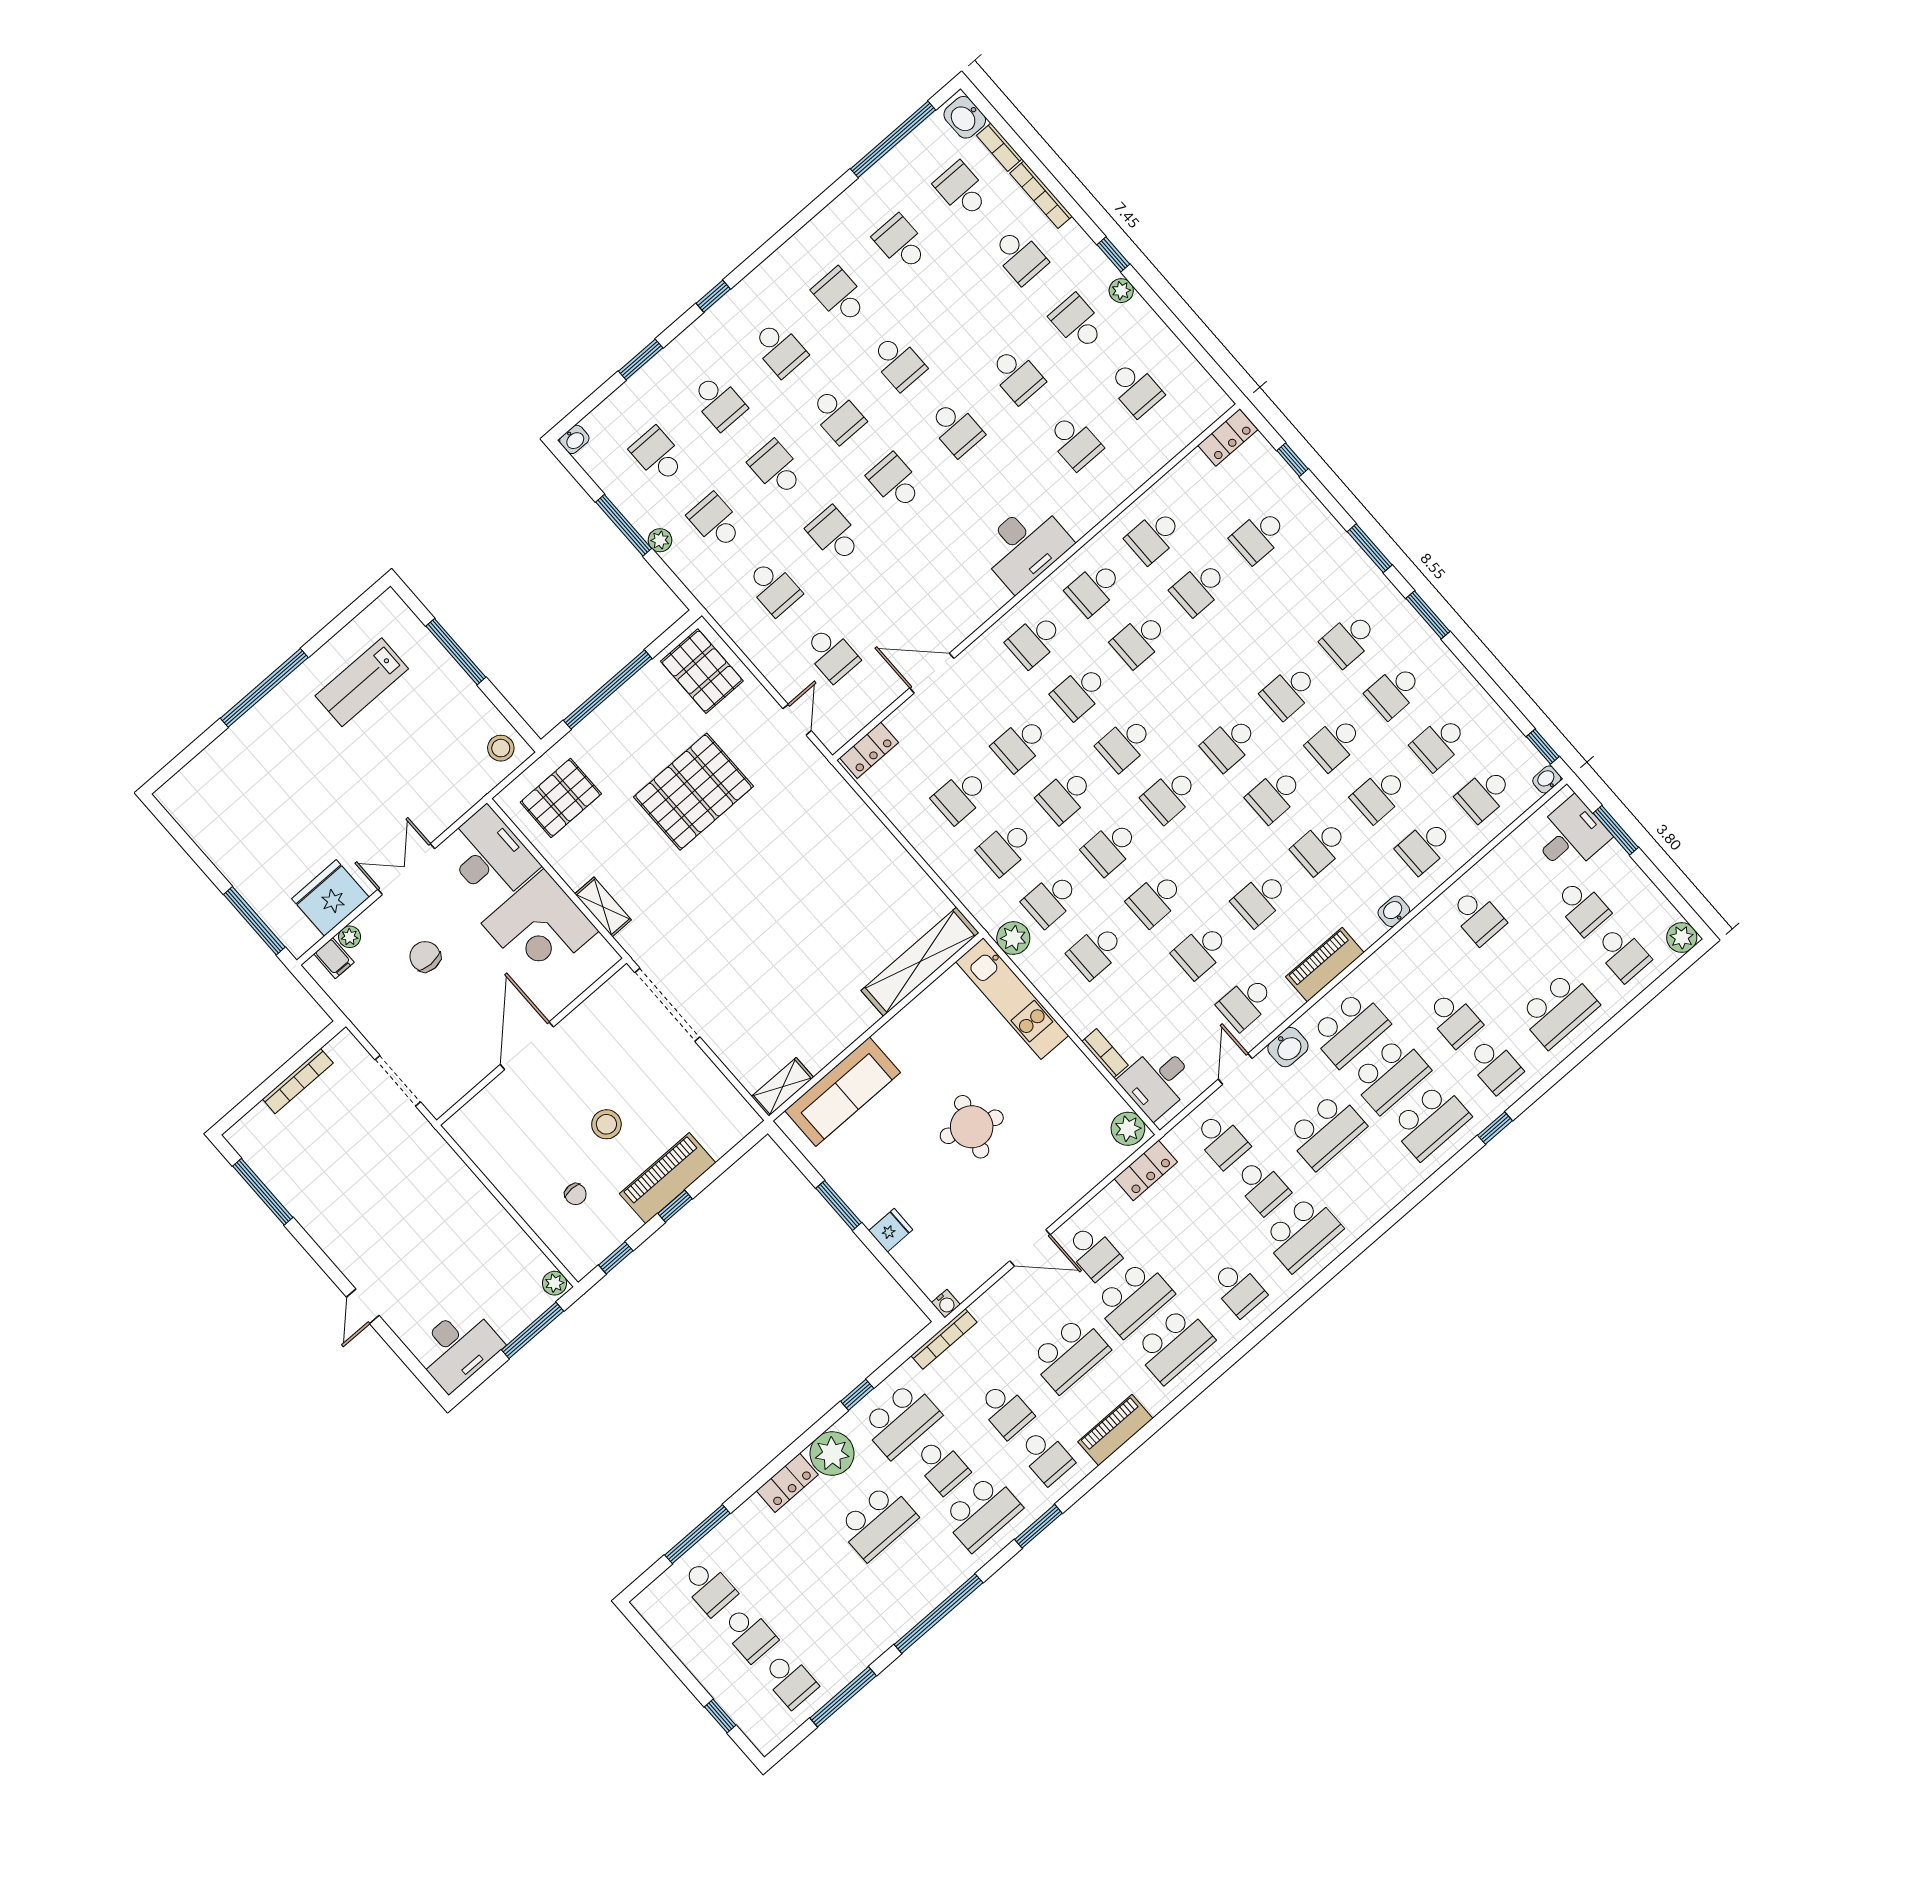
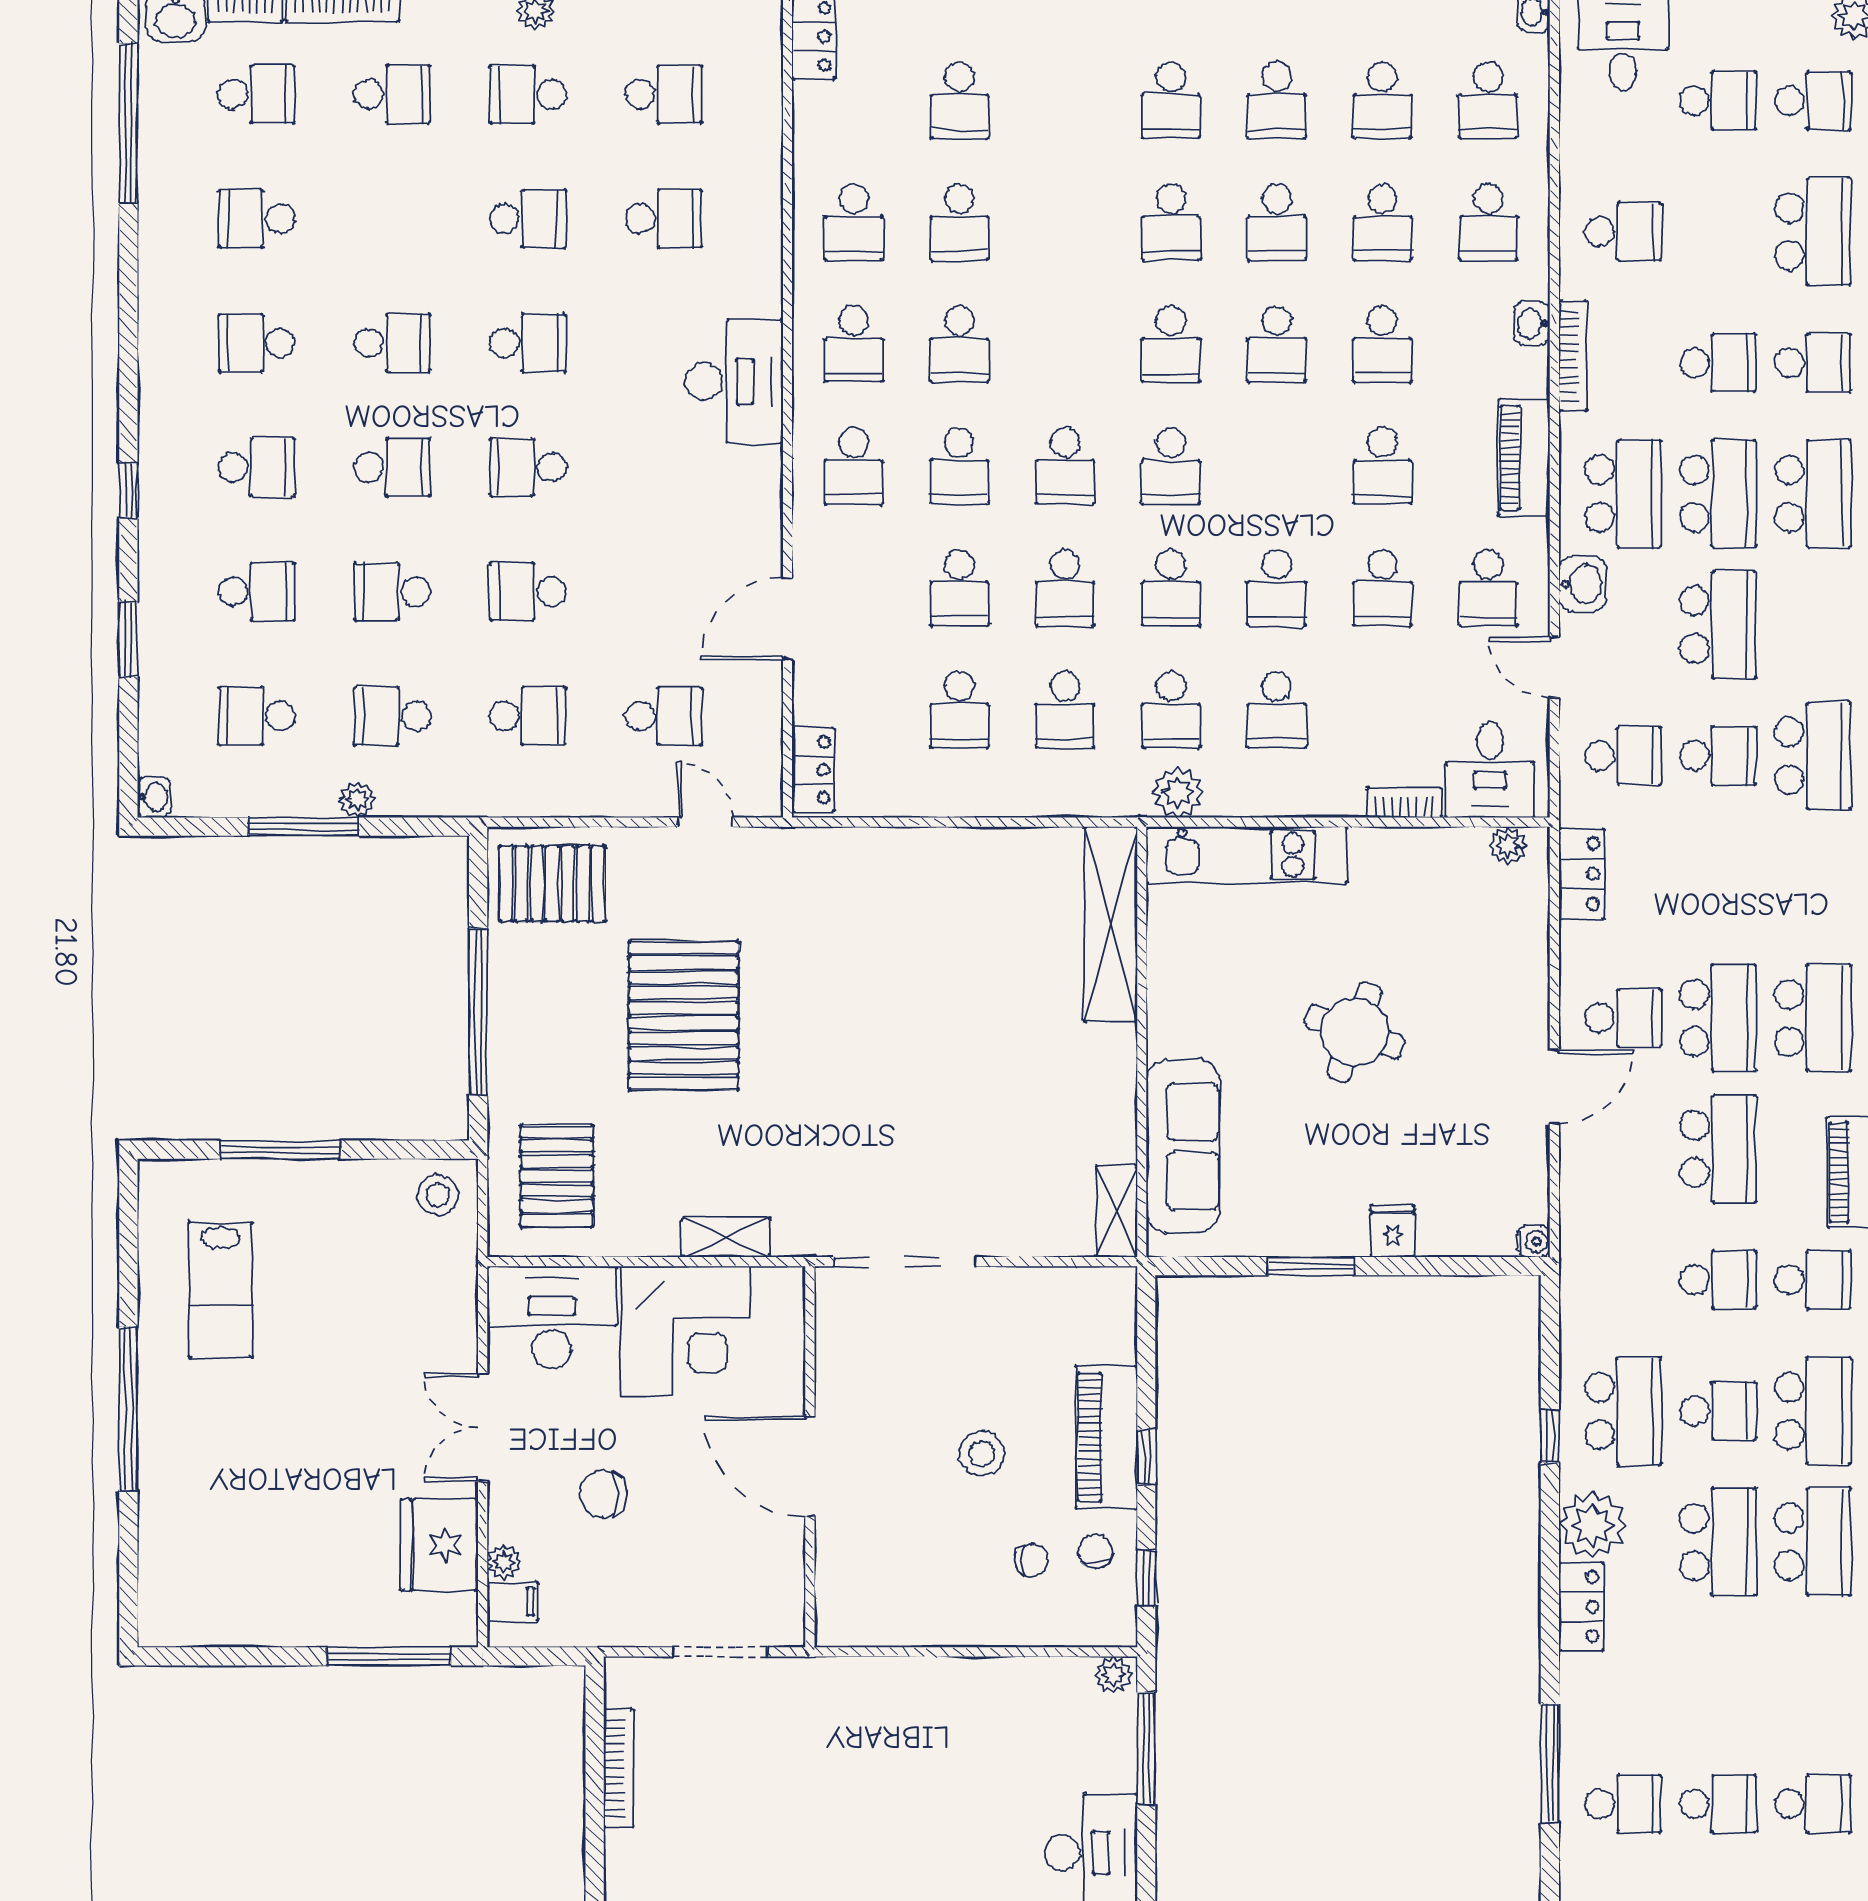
school desk: (962, 190) -> (257, 94), turned 180
plant: (1128, 1129) -> (1508, 845), width x0.73, depth x0.73
chair: (607, 1222) -> (1095, 1551), added
school desk: (1238, 1289) -> (1813, 1542), moved, width x1.85
bookcase: (944, 1339) -> (1573, 356), moved

